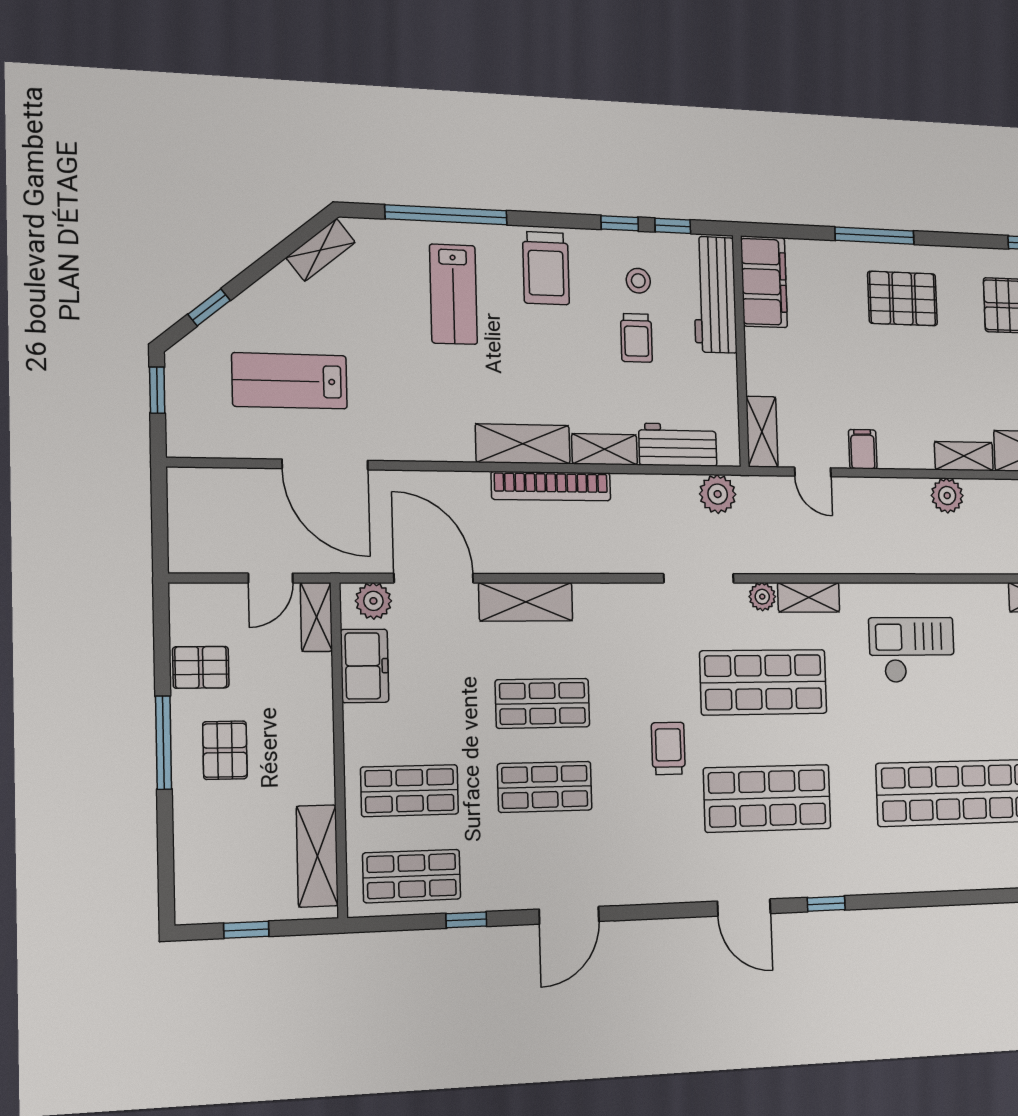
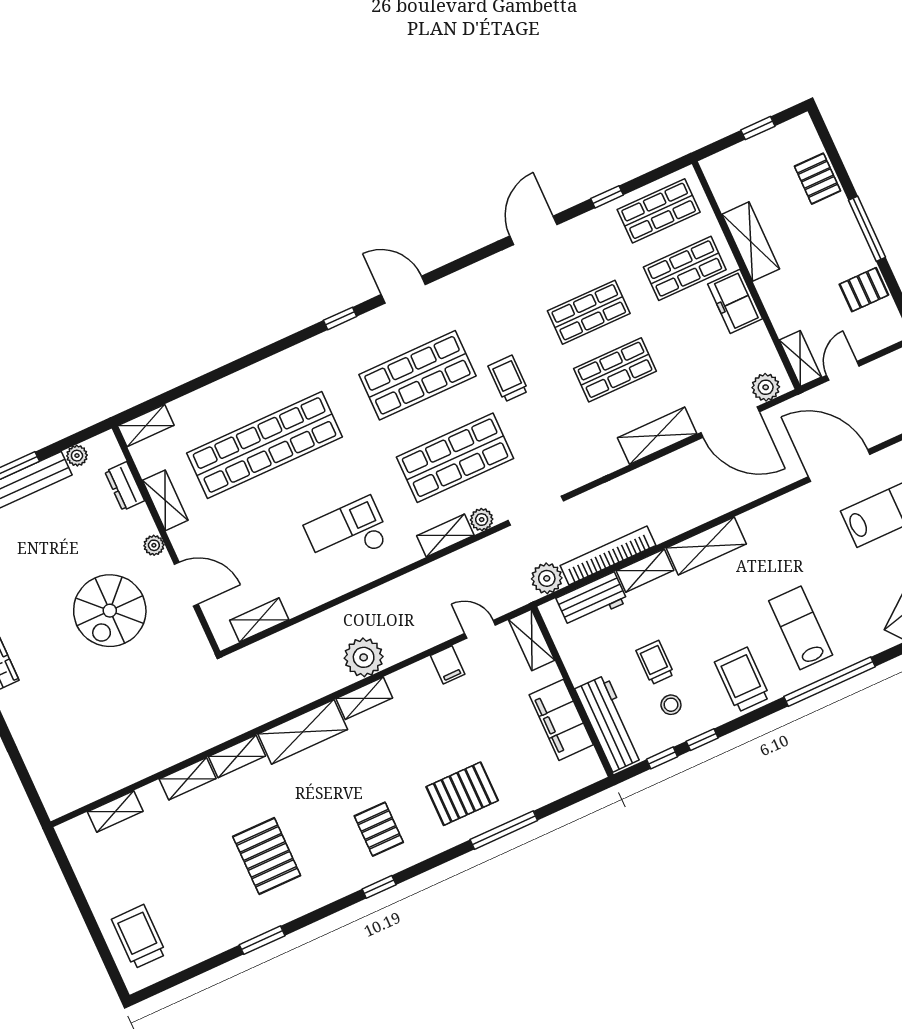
filing cabinet: (764, 282) -> (561, 720), moved
bookcase: (551, 486) -> (608, 556), moved
plant: (947, 496) -> (364, 657), width x1.36, depth x1.36
checkout: (912, 650) -> (347, 533), turned 180
freezer: (365, 666) -> (735, 301), moved
trolley: (668, 748) -> (508, 379), turned 180
pallet: (225, 750) -> (818, 179), moved
shelving: (317, 856) -> (751, 242), moved

